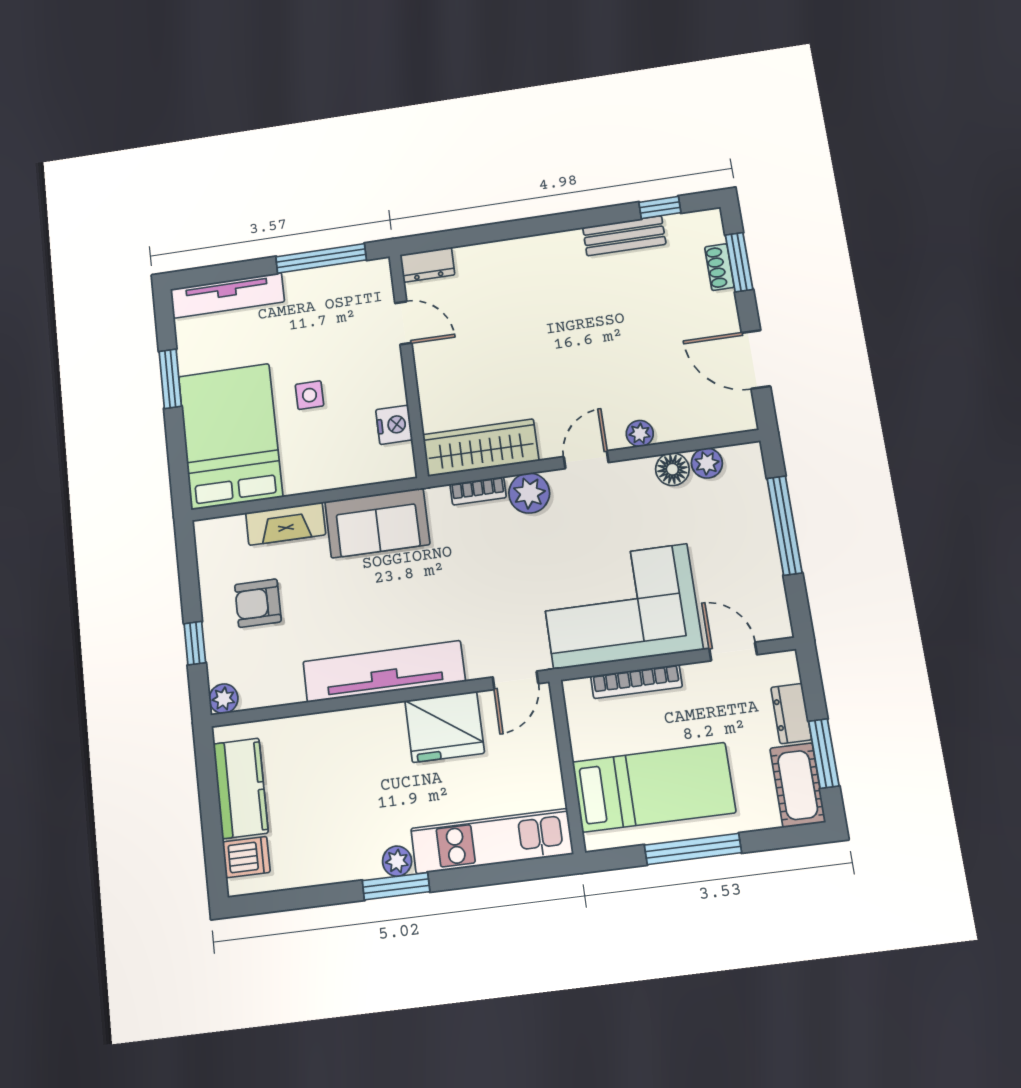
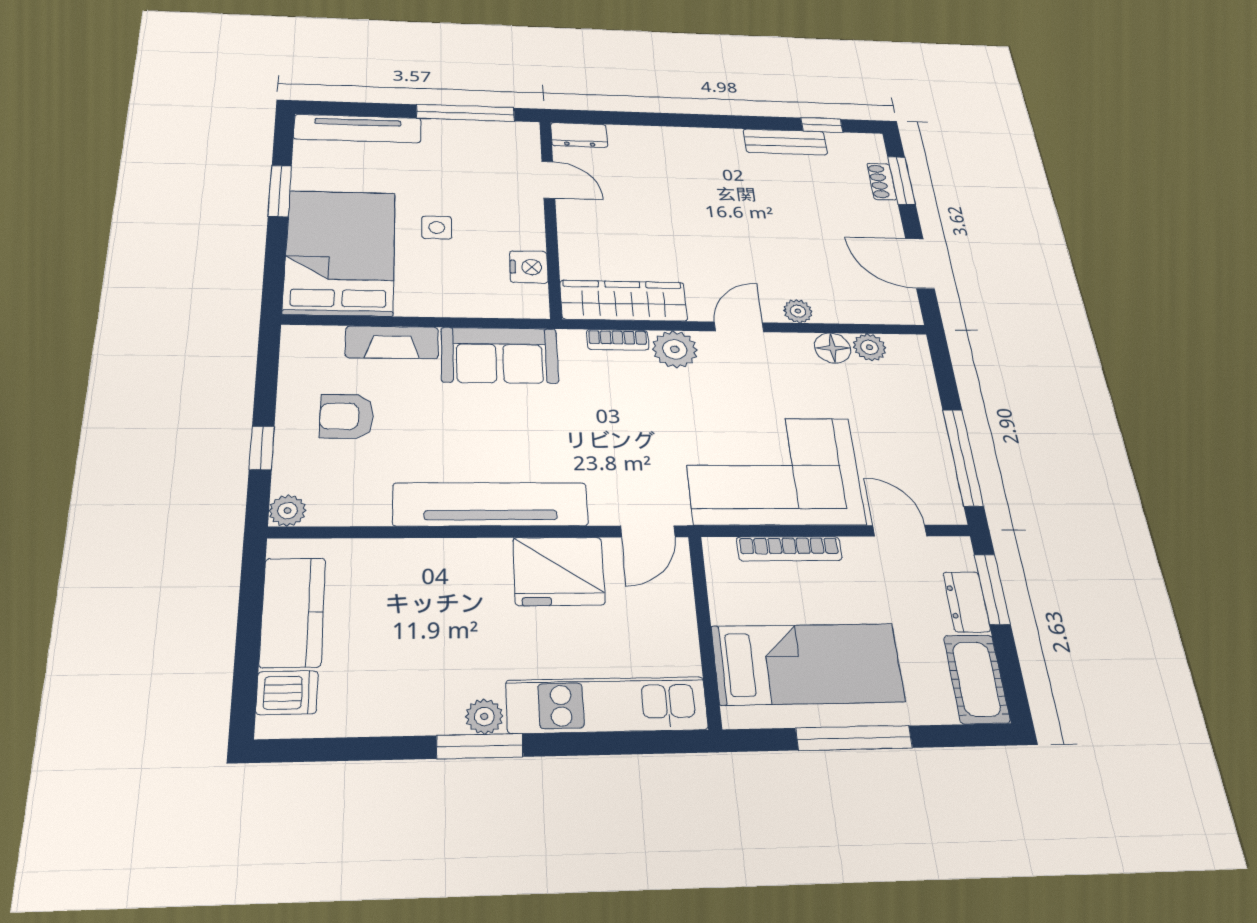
window: (784, 525) -> (963, 457), moved
window: (824, 753) -> (992, 589), moved

